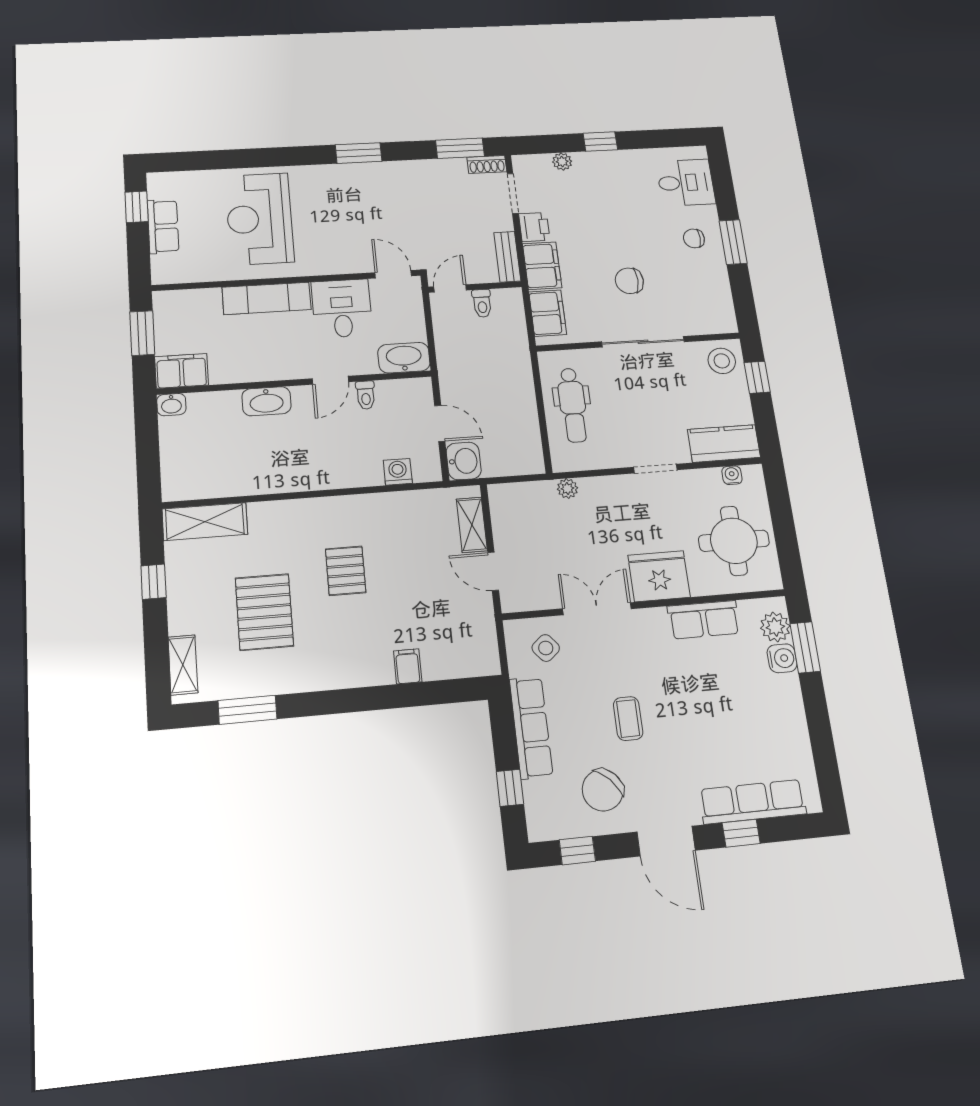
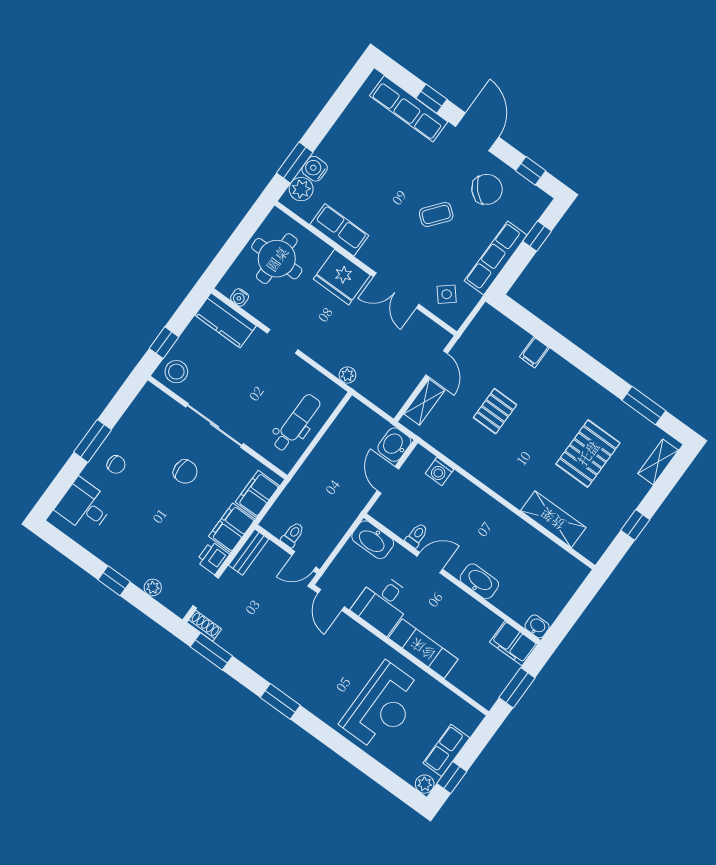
plant: (158, 182) -> (425, 784), added
shelving: (205, 522) -> (553, 519), moved
pallet: (346, 571) -> (495, 411), moved
coffee table: (628, 719) -> (436, 214), turned 39

